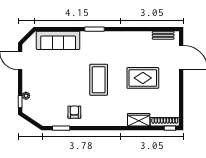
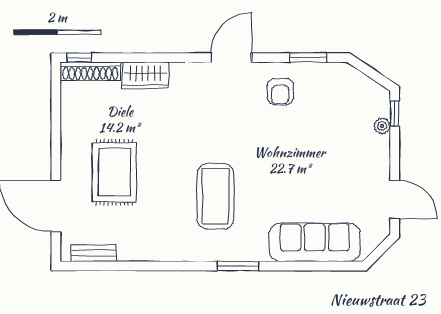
rug: (143, 78) -> (114, 172), moved, turned 90
coffee table: (99, 80) -> (215, 196), moved
door: (98, 128) -> (231, 58), added

